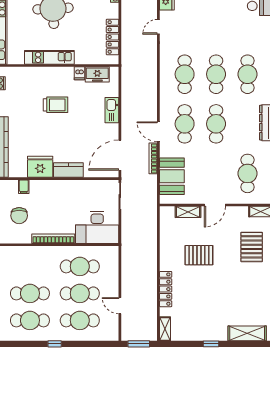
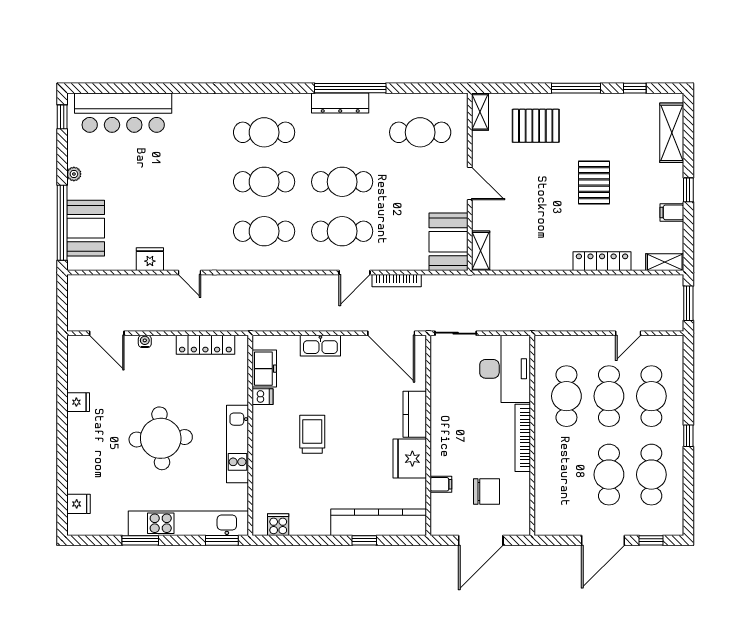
booth: (172, 176) -> (449, 242), moved, turned 90
shelving: (188, 212) -> (481, 251), moved
pallet: (199, 255) -> (594, 183), moved
filing cabinet: (197, 333) -> (672, 212), added

